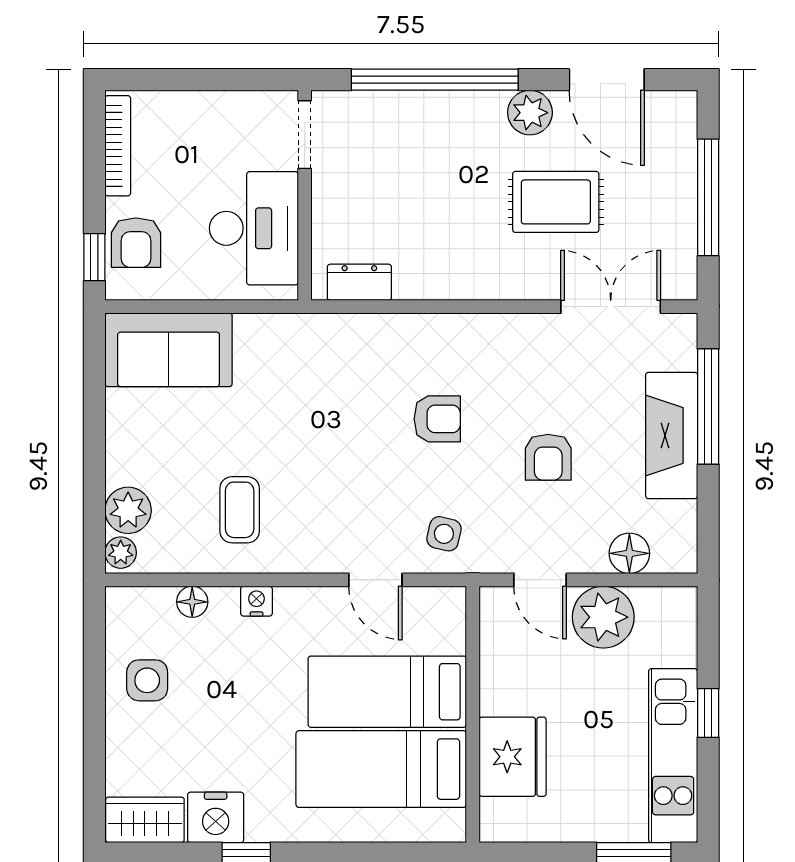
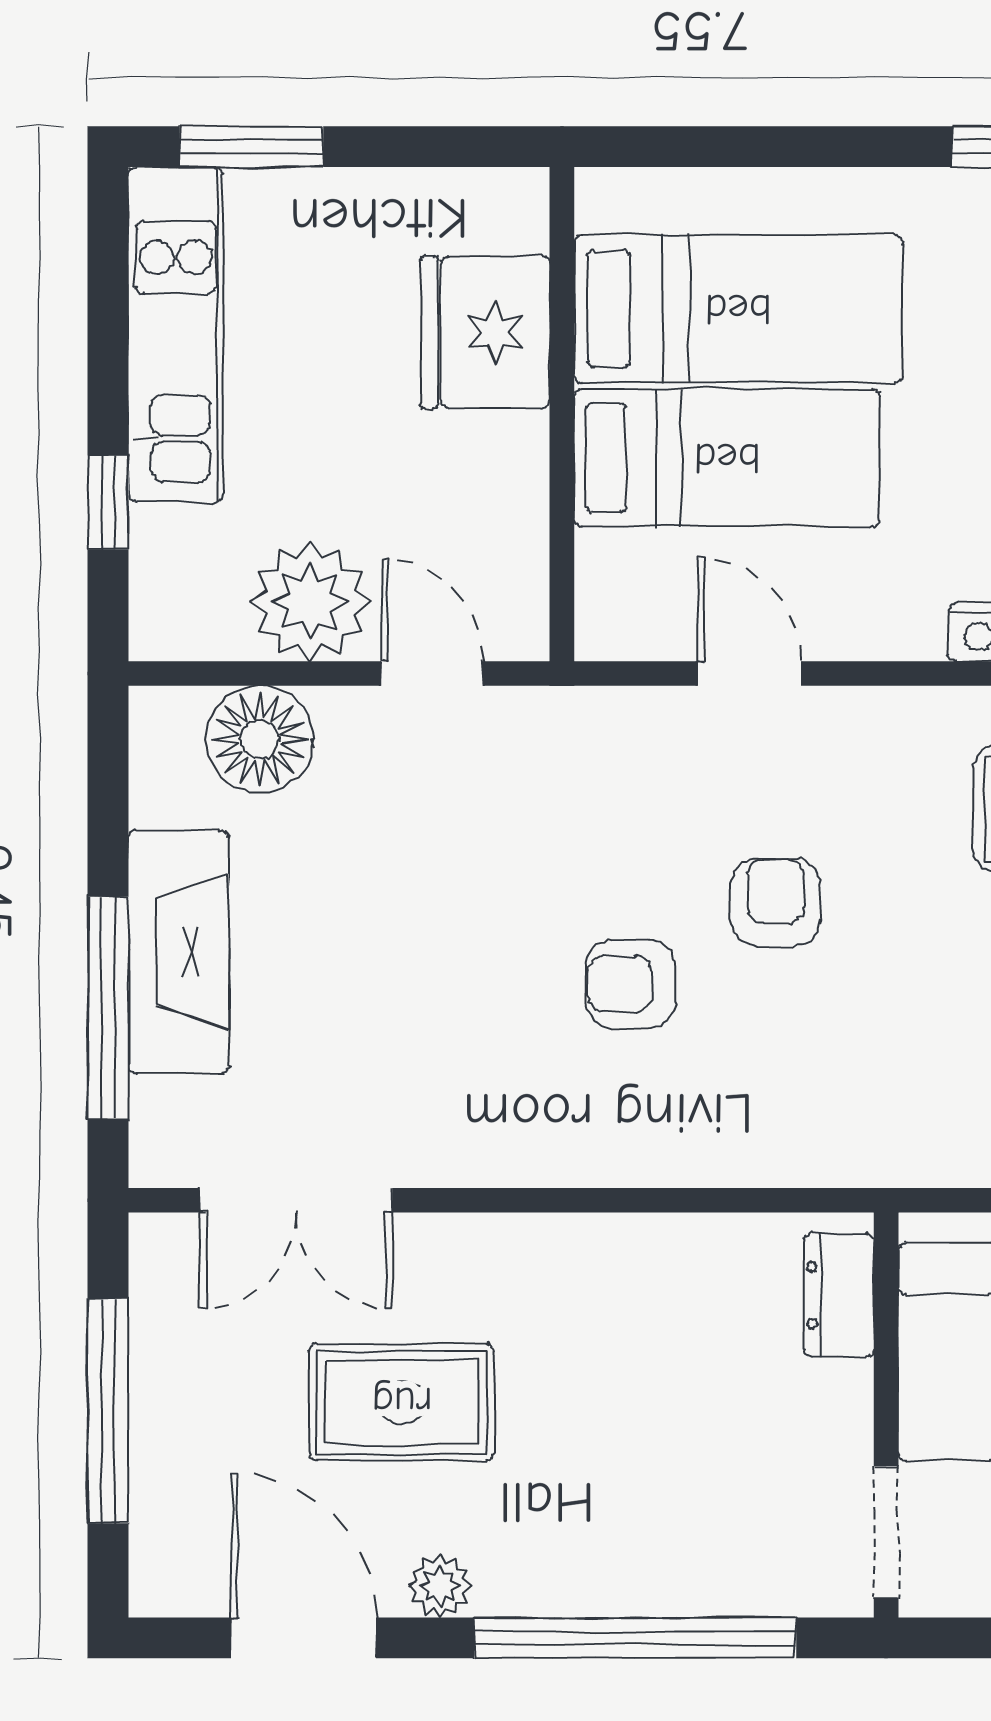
plant: (530, 113) -> (440, 1586), width x0.73, depth x0.73
dresser: (359, 282) -> (839, 1295), moved, turned 90
armchair: (548, 457) -> (776, 902), moved
side table: (444, 534) -> (617, 762), removed
floor lamp: (629, 553) -> (260, 739), width x1.38, depth x1.38
window: (708, 713) -> (108, 502), moved

